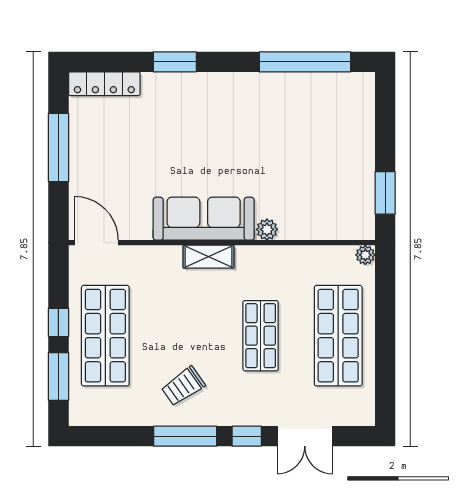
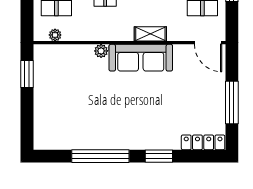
window: (305, 62) -> (100, 156), moved
plant: (365, 255) -> (55, 35), moved
shelving: (209, 257) -> (150, 34), moved

